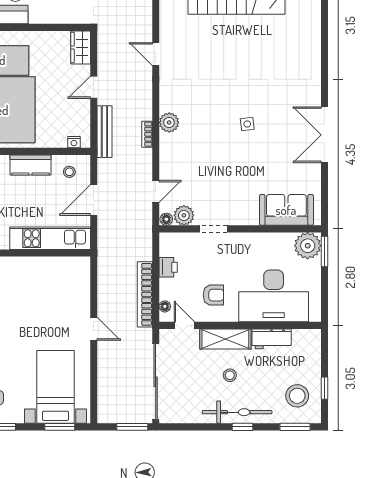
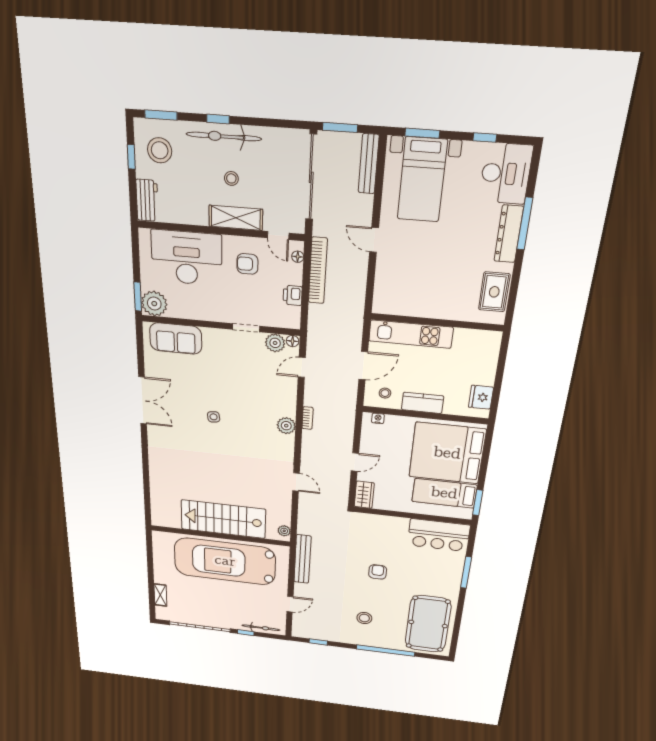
bench: (104, 132) -> (369, 164), moved
workbench: (272, 339) -> (147, 200), moved, turned 90

